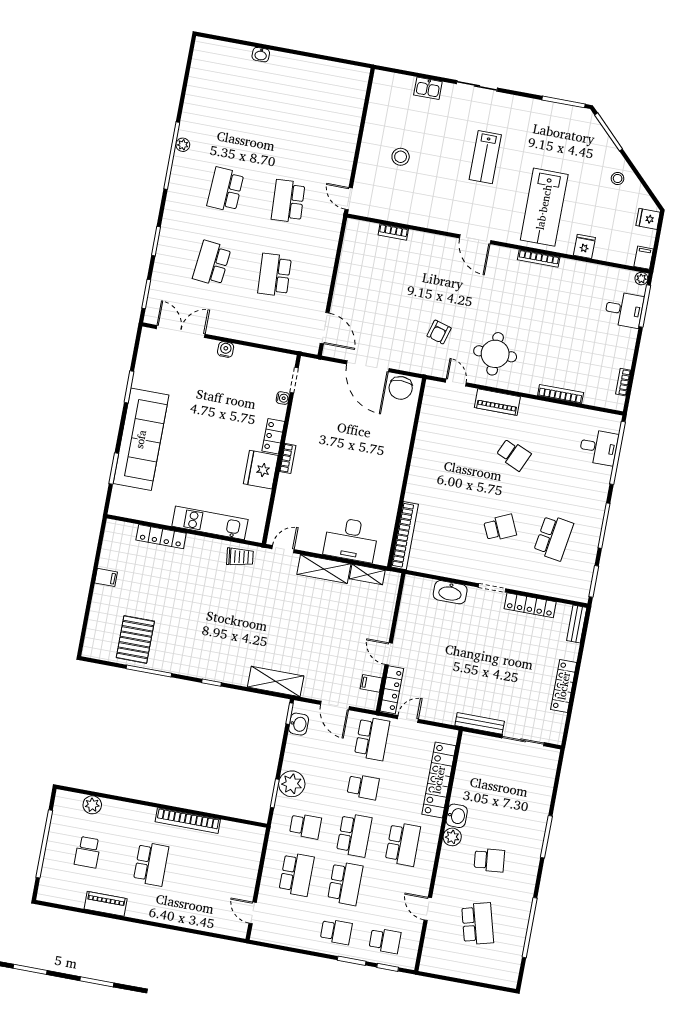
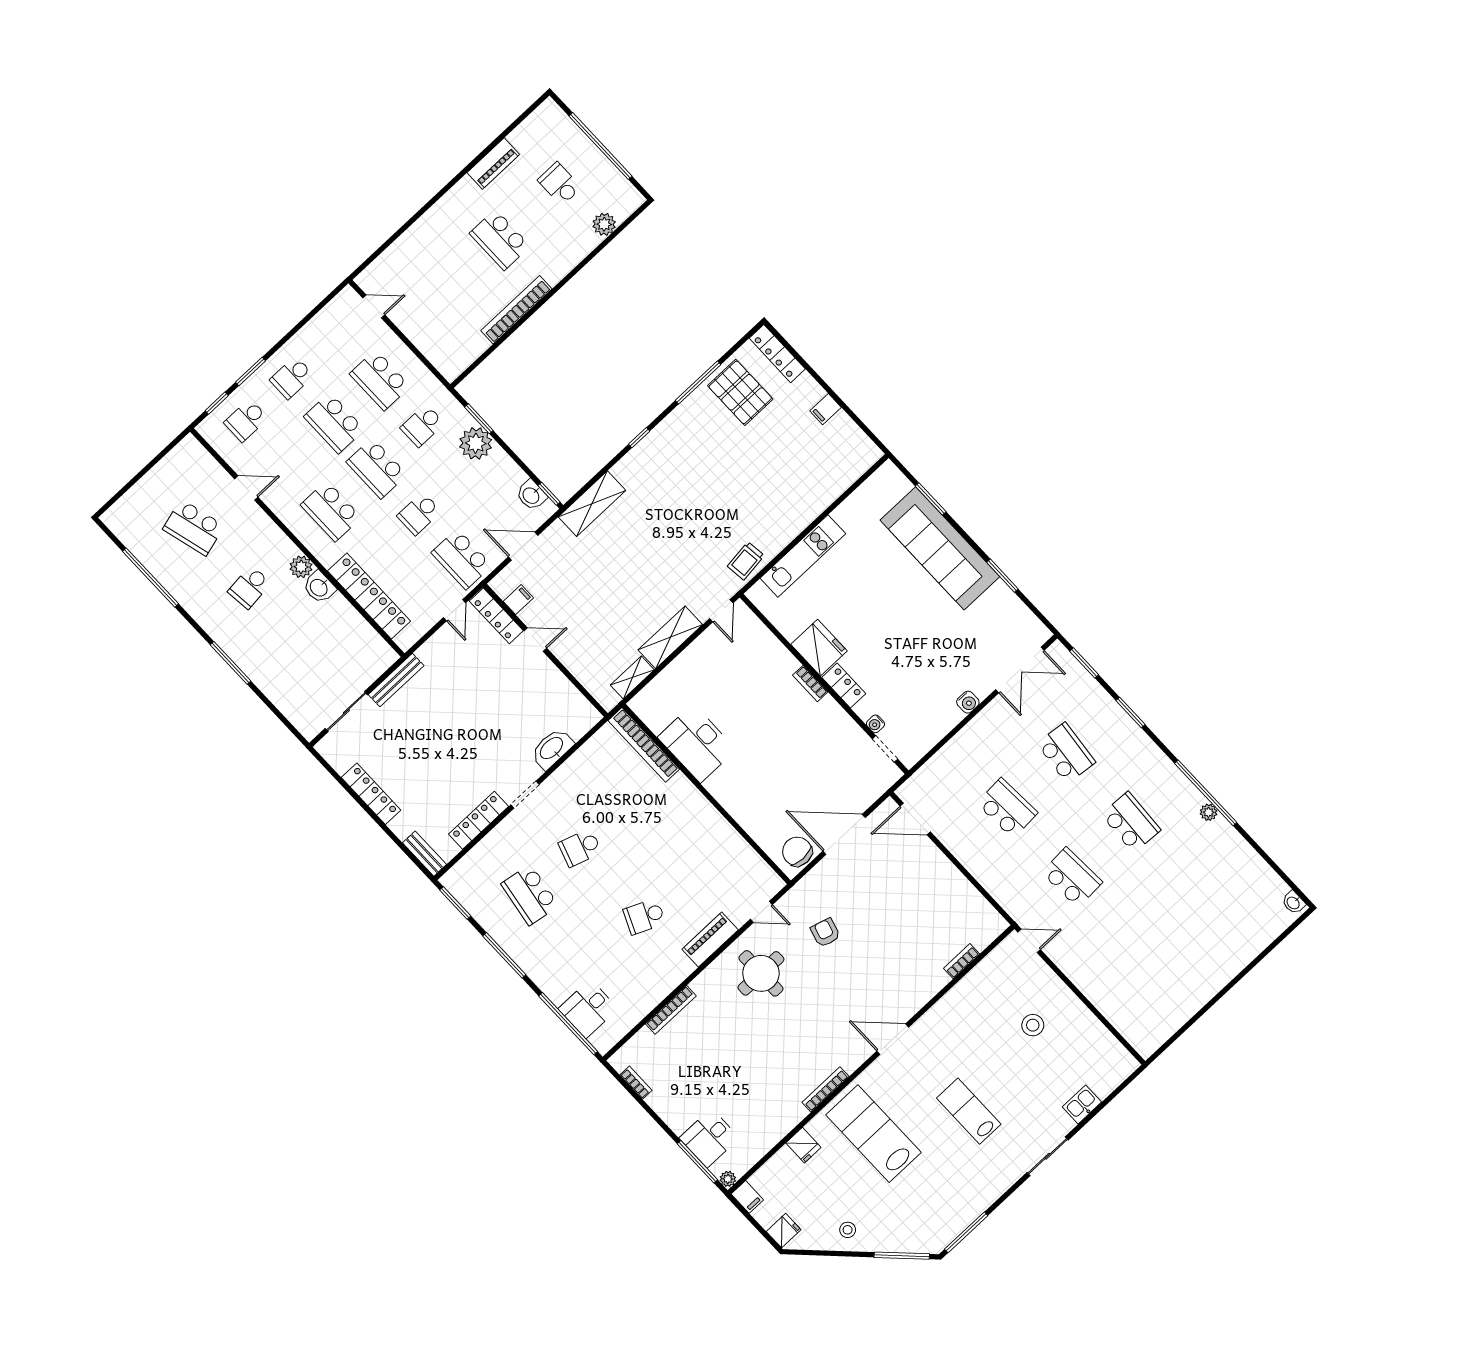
washbasin: (261, 55) -> (1293, 903), moved, turned -90
school desk: (500, 528) -> (580, 848), turned 42
locker: (161, 537) -> (777, 354), moved, turned -90
desk: (351, 539) -> (697, 743), moved, turned -90

